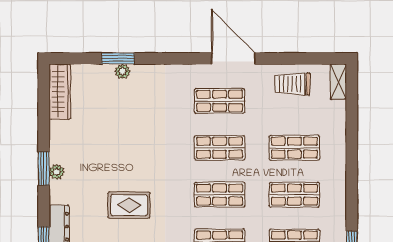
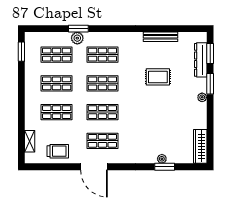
shelving: (338, 82) -> (30, 141), moved
window: (44, 168) -> (210, 84), moved

